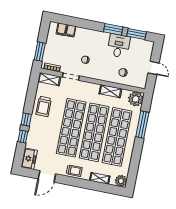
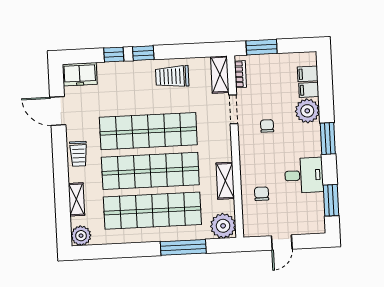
window: (113, 29) -> (328, 138), moved
plant: (82, 35) -> (307, 111), added

